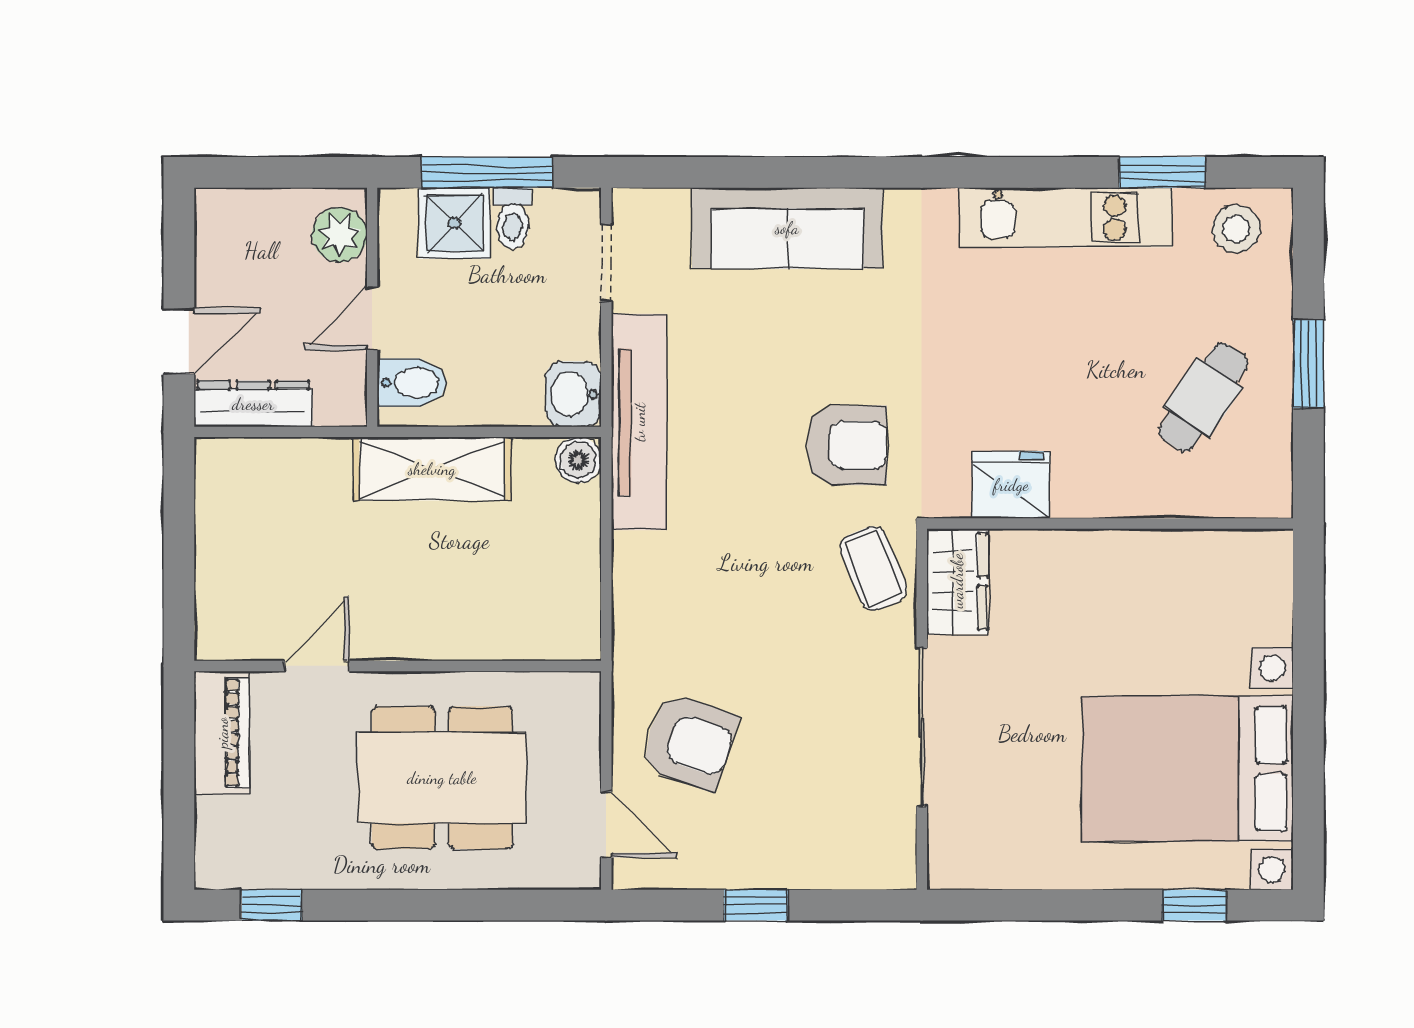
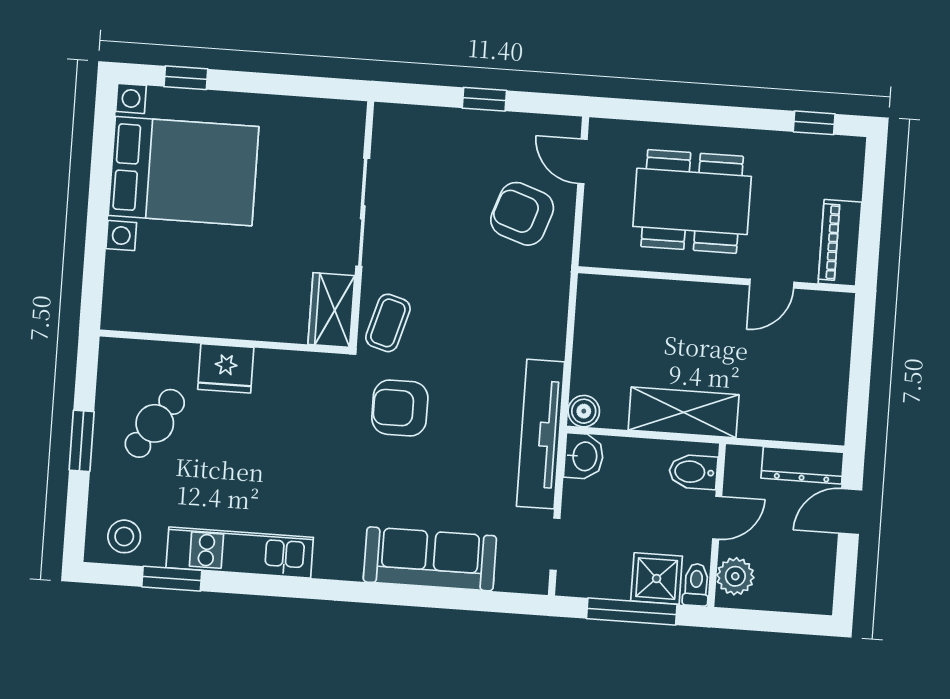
toilet: (513, 218) -> (696, 585), moved
fridge: (1011, 485) -> (226, 368), moved
coffee table: (873, 568) -> (388, 323), turned 38

